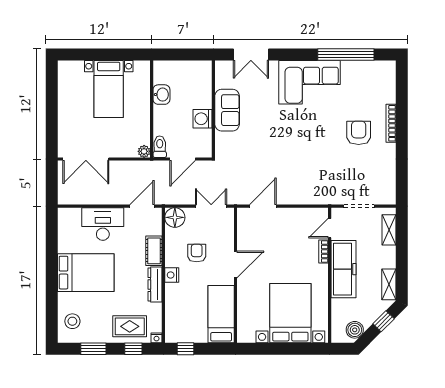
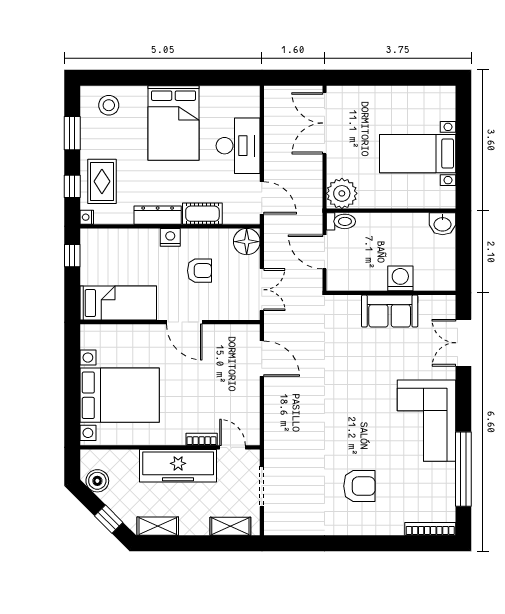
washbasin: (161, 95) -> (443, 224), moved
washing machine: (203, 119) -> (400, 278), moved
bookcase: (391, 123) -> (430, 529), moved
plant: (144, 151) -> (342, 193), width x1.87, depth x1.87

